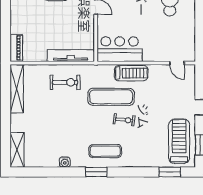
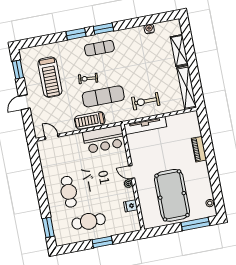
piano: (16, 48) -> (199, 149), moved
treadmill: (179, 141) -> (50, 77), moved
shelving: (17, 150) -> (179, 51), moved
water cooler: (65, 162) -> (149, 29), moved
window: (170, 172) -> (76, 34), moved

